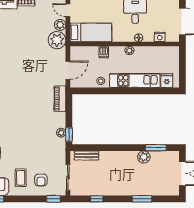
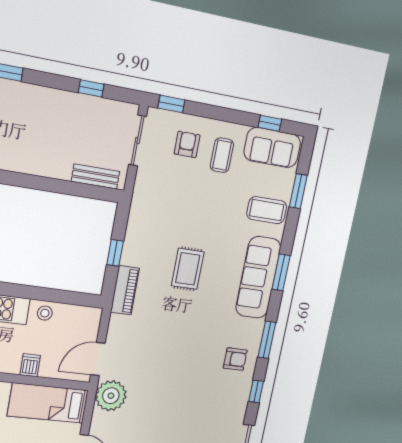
plant: (60, 25) -> (100, 422), removed
door: (68, 70) -> (98, 359), moved
rug: (27, 115) -> (188, 269), added
plant: (61, 133) -> (134, 227), removed
window: (69, 134) -> (115, 253), moved

